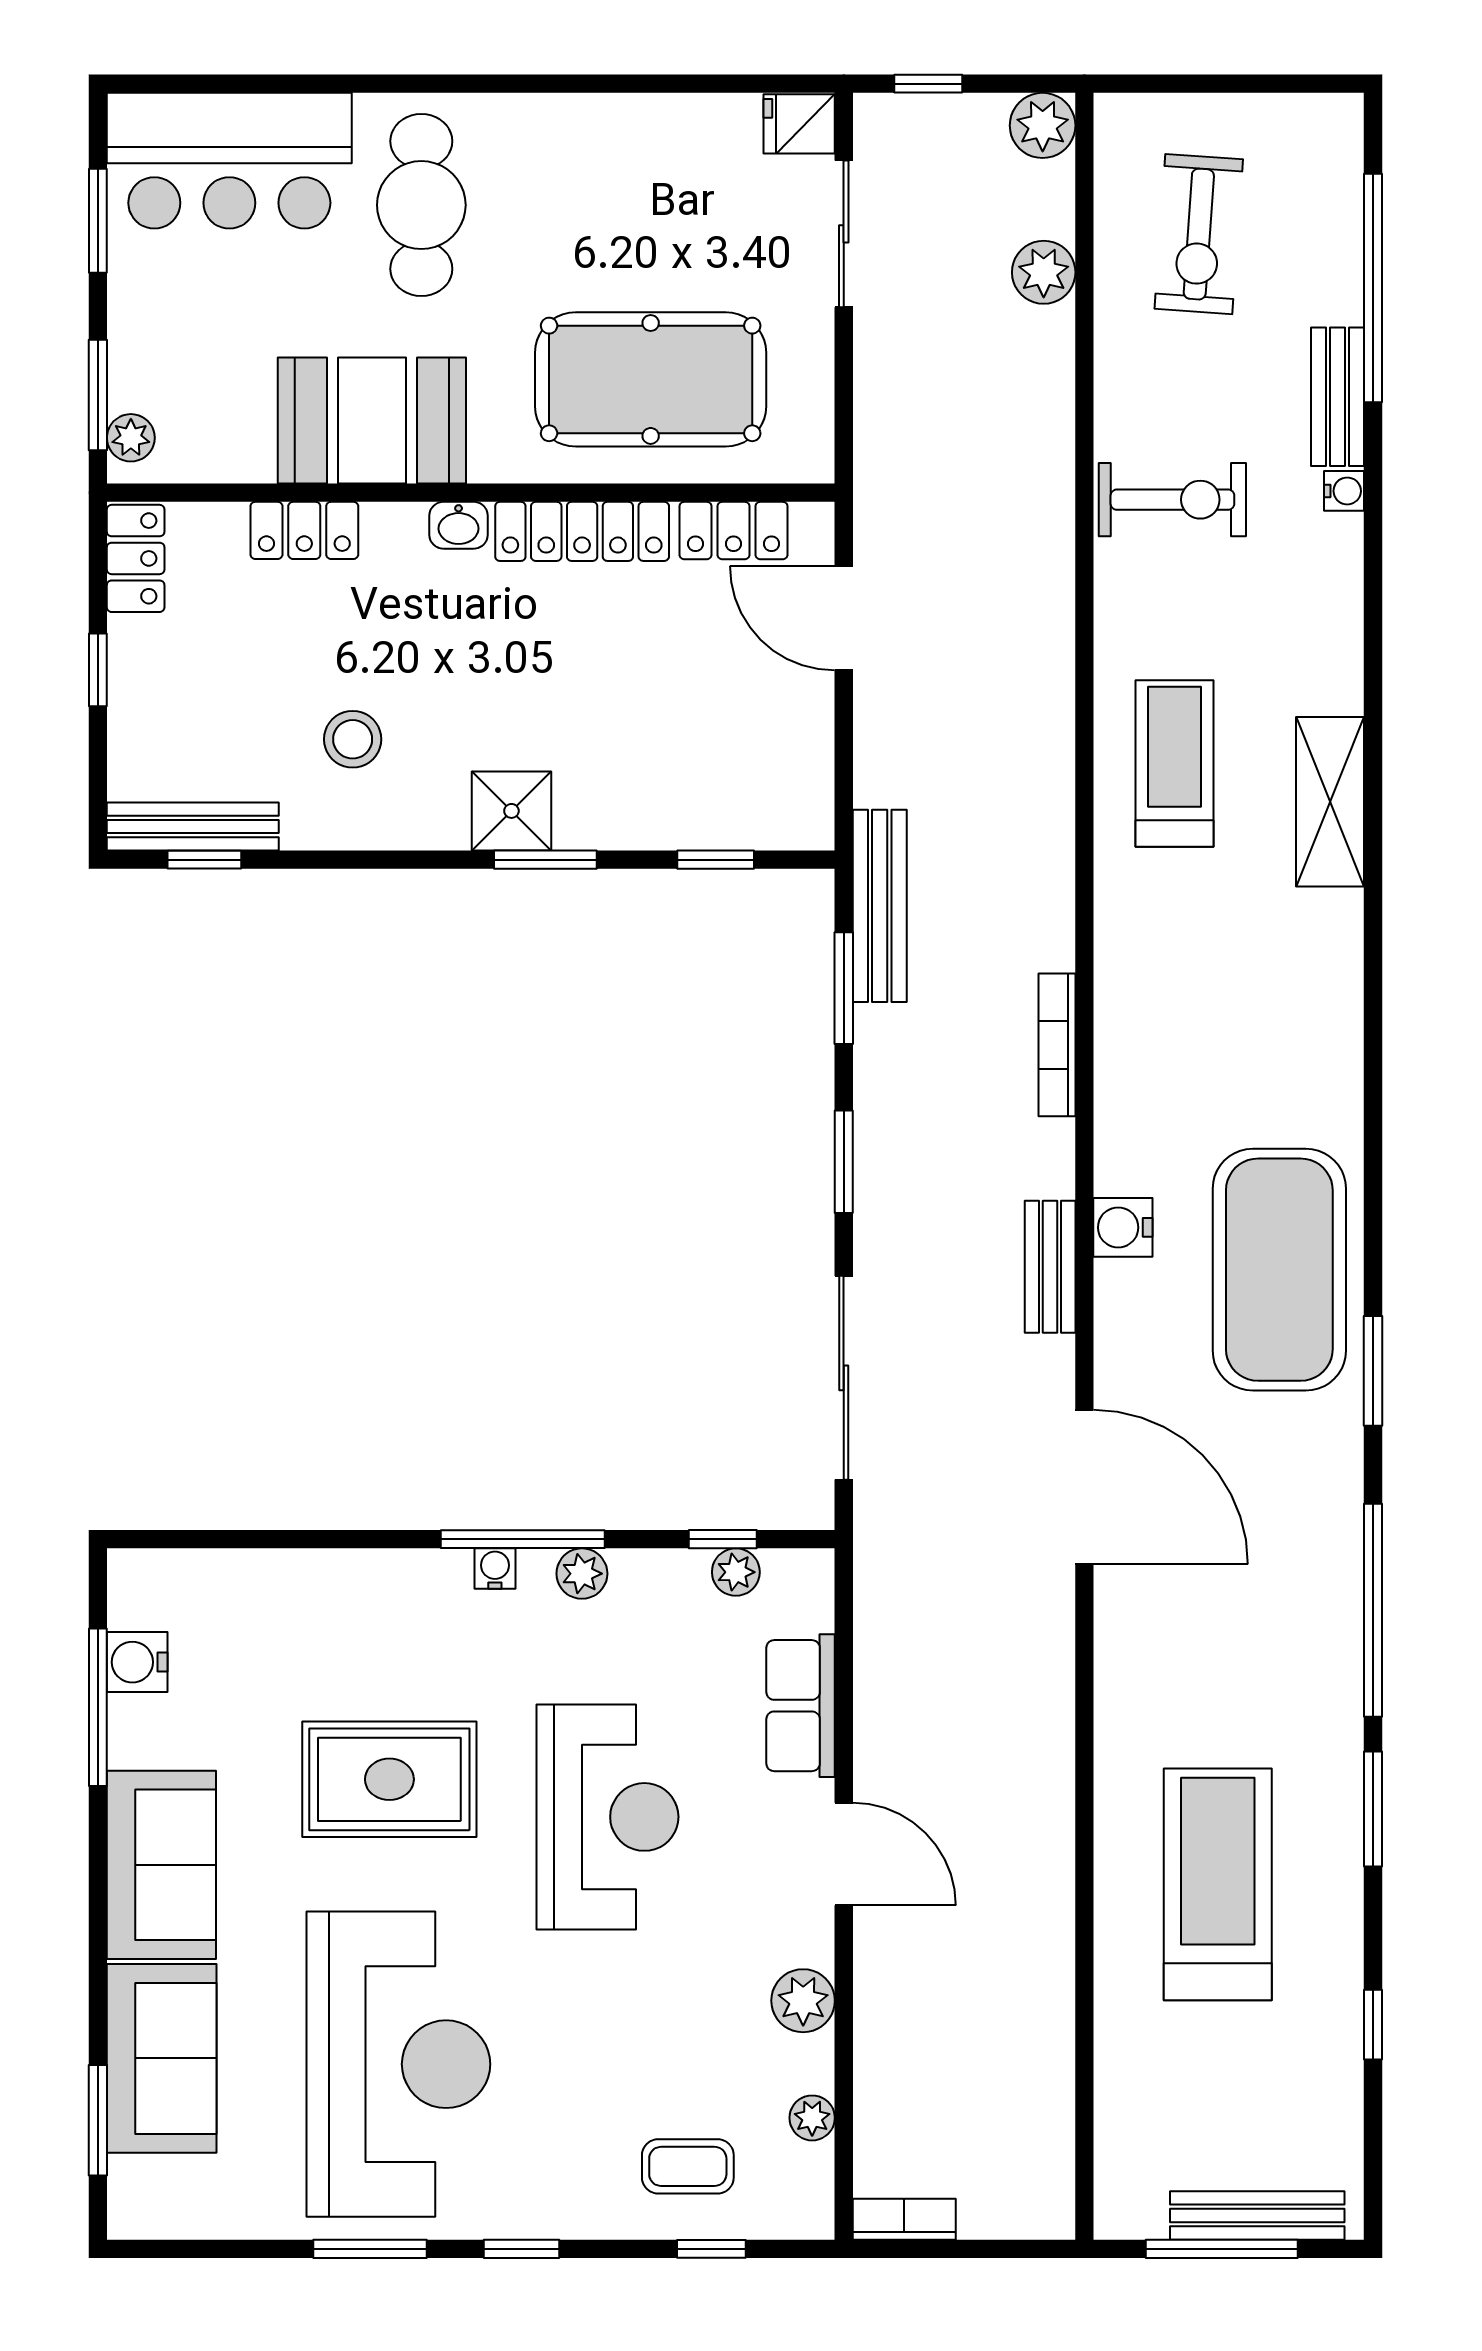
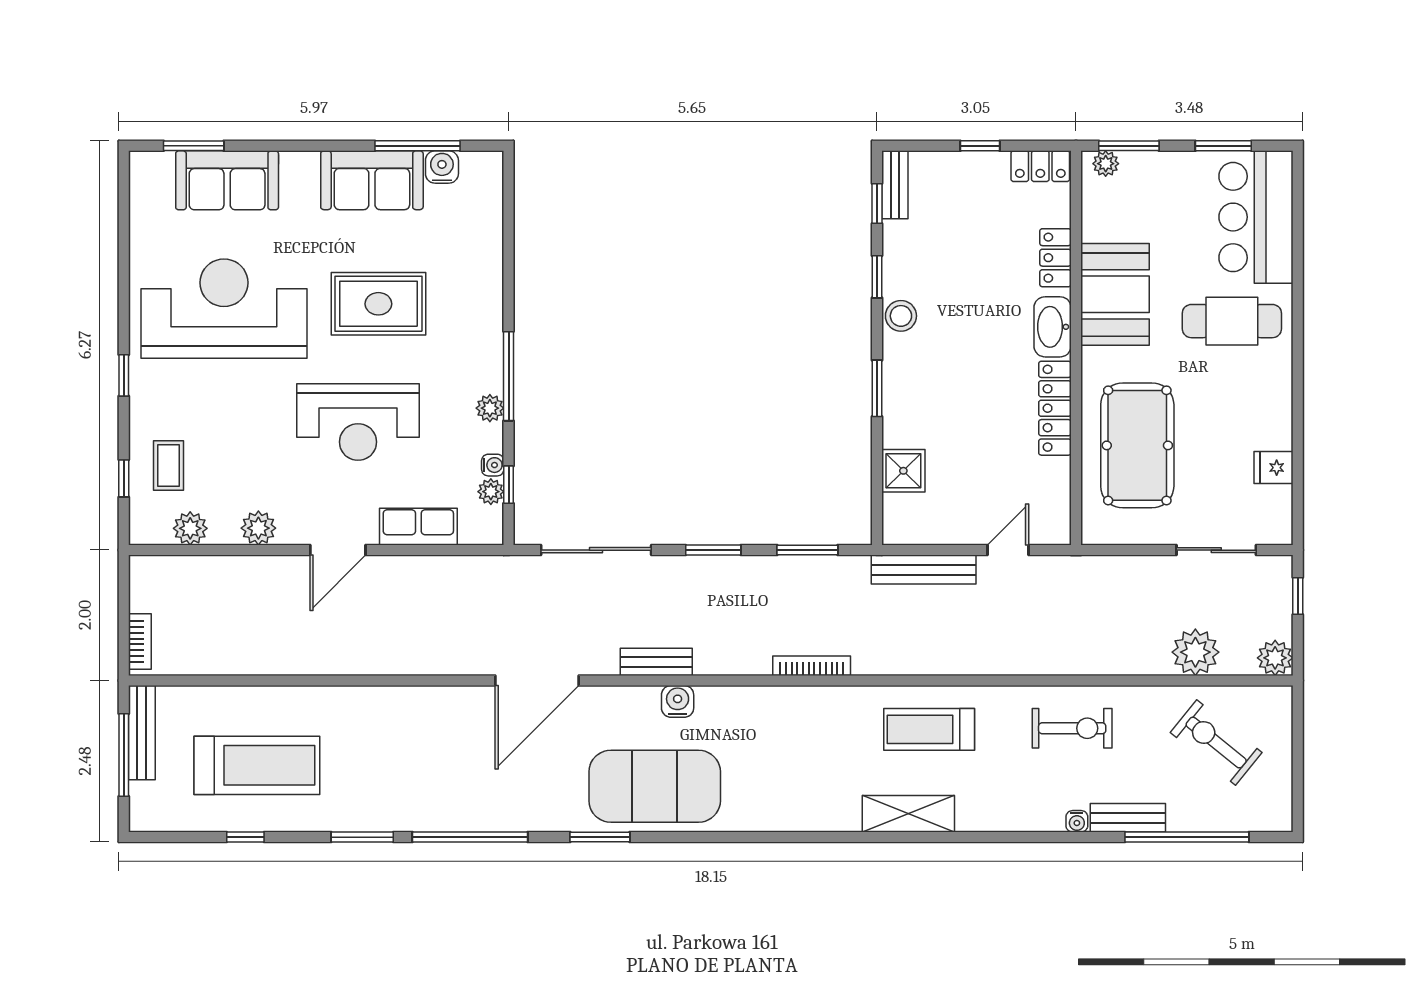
fridge: (799, 124) -> (1273, 468), moved, turned -90
exercise bike: (1199, 234) -> (1216, 743), turned 35
plant: (1044, 272) -> (1195, 652), width x1.36, depth x1.36
exercise bike: (1172, 500) -> (1072, 728), turned -90
washbasin: (459, 525) -> (1053, 327), width x1.91, depth x1.45
locker: (734, 531) -> (1055, 490), removed
door: (844, 618) -> (1008, 550), width x0.73
stool: (353, 739) -> (901, 316), moved
treadmill: (1174, 764) -> (929, 729), turned 180
shower: (511, 811) -> (903, 471), moved
bench: (193, 827) -> (895, 185), width x0.73
window: (716, 860) -> (877, 277), moved
bench: (880, 906) -> (924, 570), moved
bookcase: (1057, 1045) -> (812, 666), moved
water cooler: (495, 1569) -> (493, 465), moved
rug: (389, 1779) -> (378, 304), turned 90
sofa: (161, 1865) -> (372, 180), moved
treadmill: (1218, 1884) -> (257, 765), moved
reception desk: (398, 2064) -> (224, 309), turned 180
plant: (812, 2118) -> (190, 528), width x1.38, depth x1.38
bench: (1257, 2215) -> (142, 733), moved
bookcase: (904, 2219) -> (140, 641), moved
window: (370, 2249) -> (124, 293), removed

